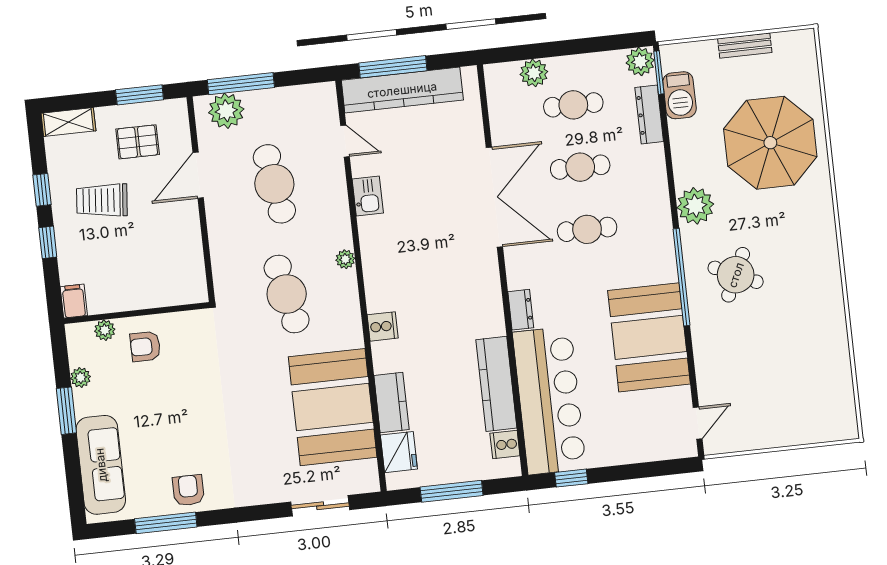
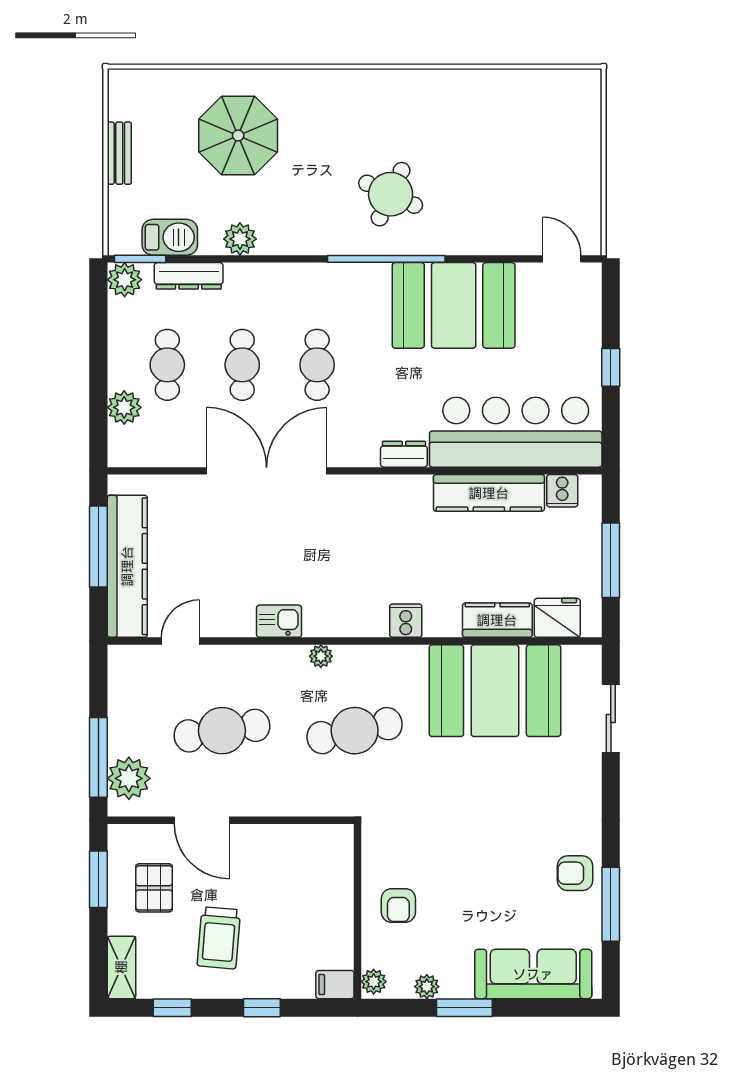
window: (393, 67) -> (98, 546), moved
parasol: (770, 143) -> (238, 135), width x0.73, depth x0.73
window: (42, 190) -> (172, 1008), moved
kitchen sink: (368, 196) -> (279, 621), moved
plant: (695, 206) -> (240, 239), moved, width x0.73, depth x0.73
plant: (105, 330) -> (374, 982), moved
window: (571, 478) -> (611, 367), moved

